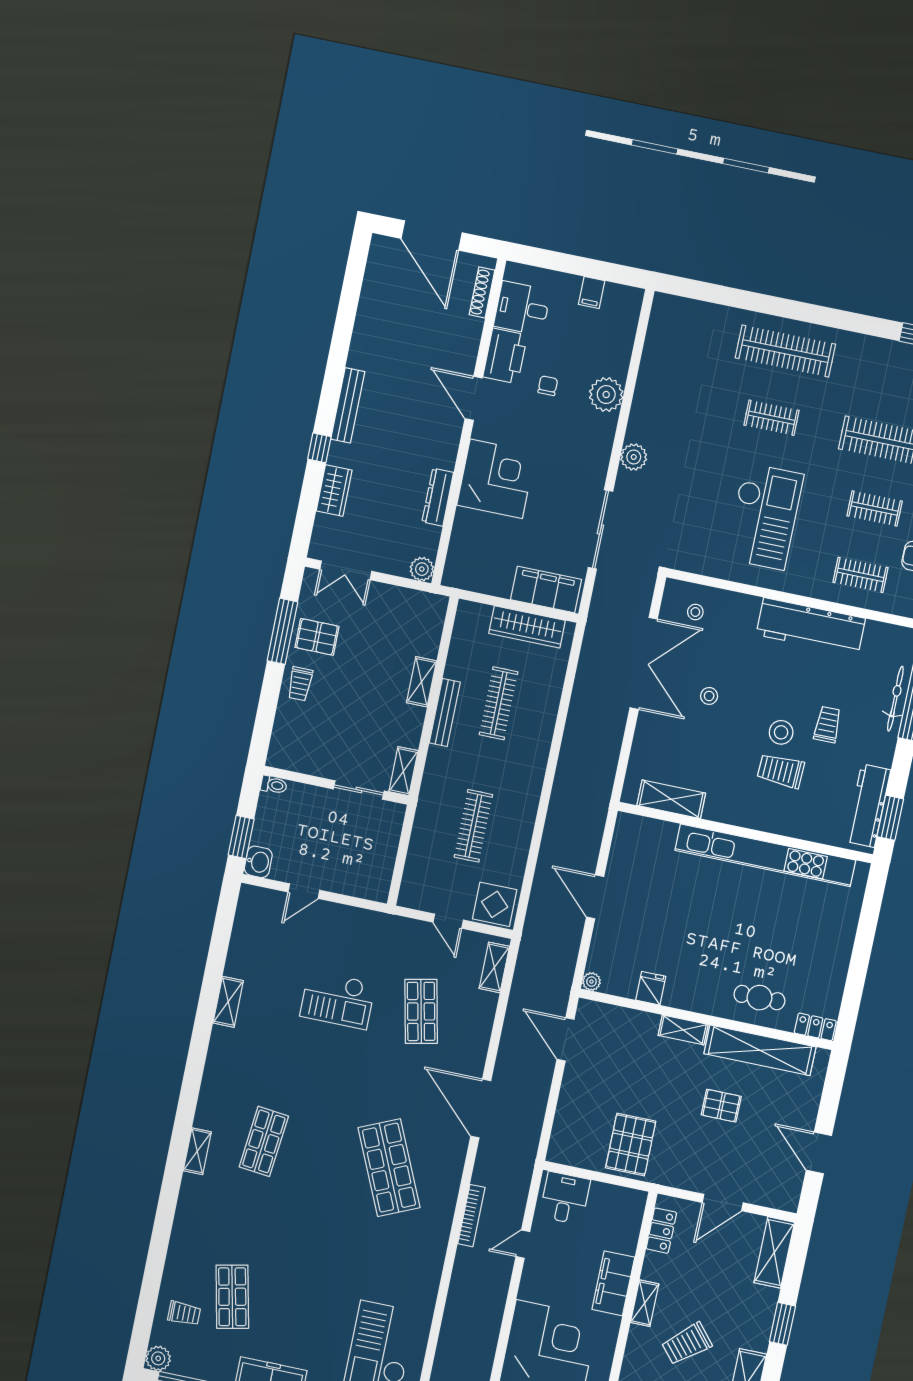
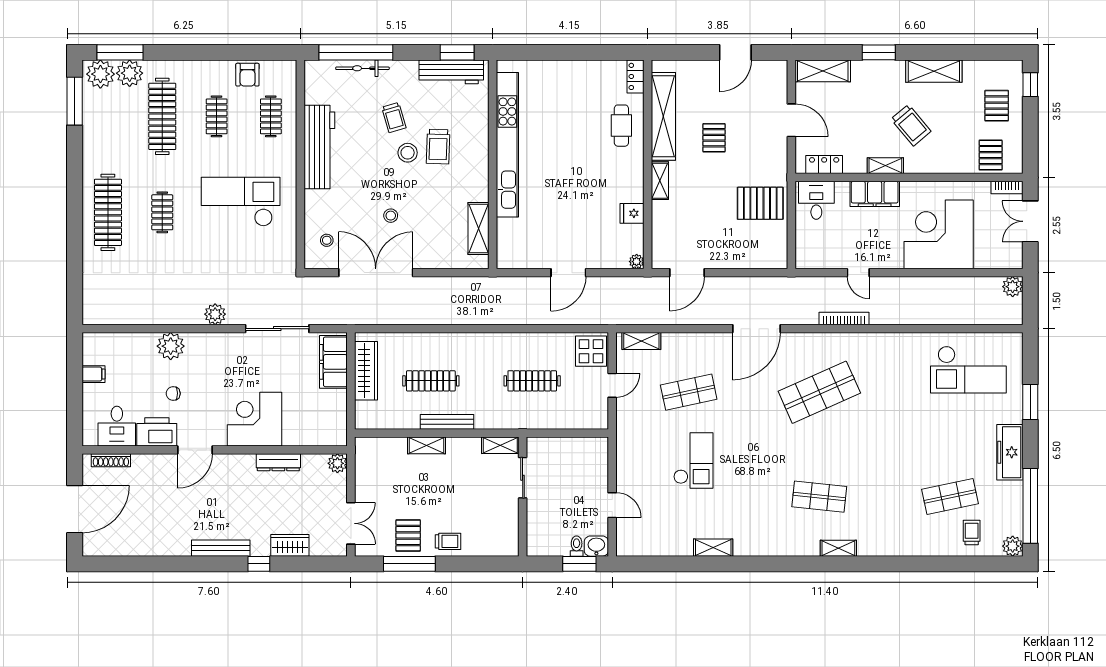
trolley: (827, 725) -> (394, 117), turned -106
toilet: (274, 785) -> (577, 546), moved
desk: (565, 1198) -> (816, 200), moved, turned 90

